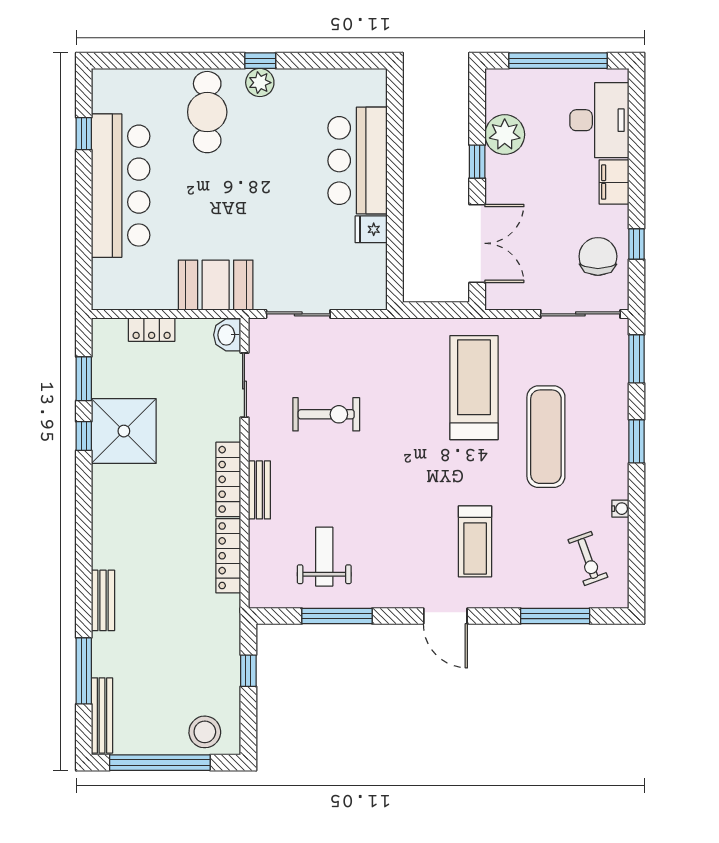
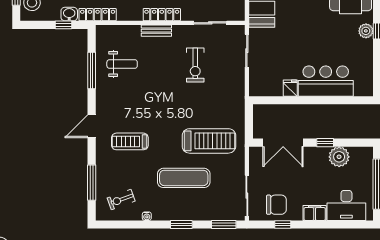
washbasin: (227, 335) -> (69, 14), moved
locker: (228, 556) -> (98, 15), moved

